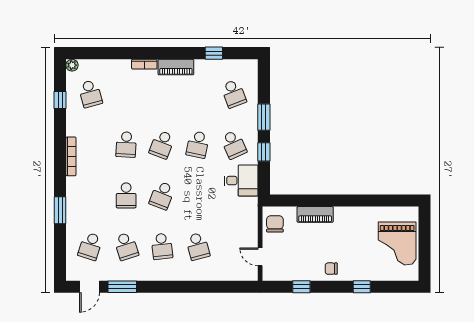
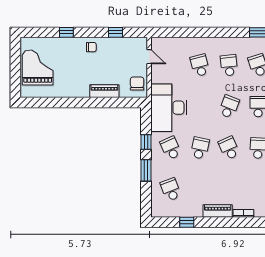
school desk: (162, 145) -> (229, 148), turned -45
desk: (241, 181) -> (169, 108), width x1.87, depth x1.30
chair: (275, 224) -> (137, 83), turned 180

